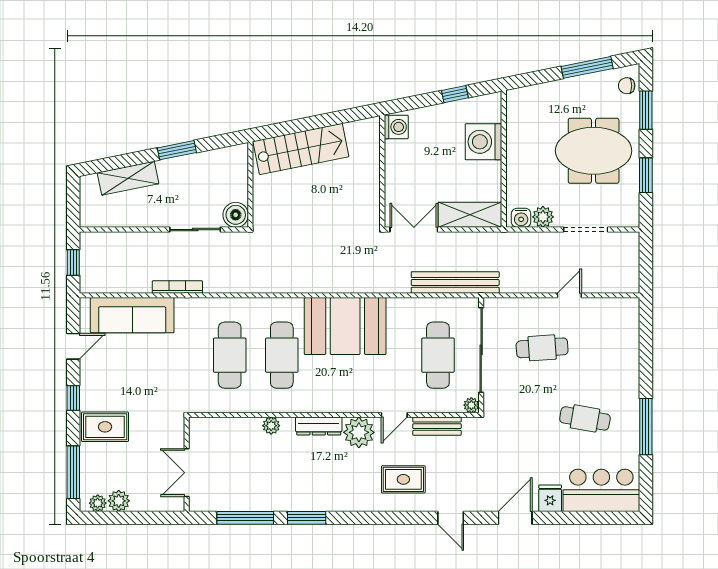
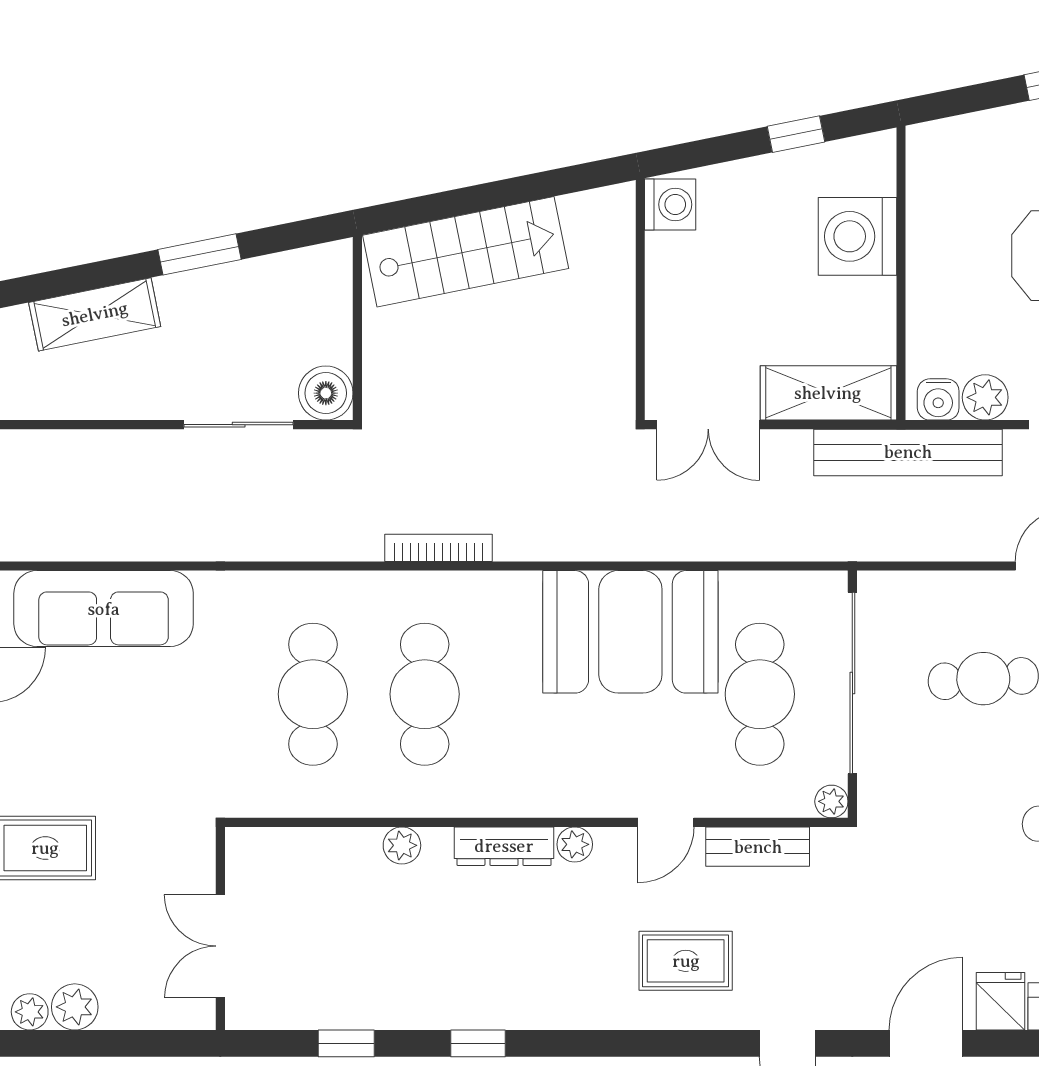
double door: (414, 230) -> (708, 425), swing flipped
bench: (455, 282) -> (908, 452), moved
bookcase: (177, 287) -> (439, 548), moved
booth: (345, 326) -> (630, 632), moved
plant: (359, 432) -> (575, 844), width x0.53, depth x0.53
window: (245, 518) -> (346, 1043), width x0.46
window: (307, 518) -> (478, 1043), width x0.67

